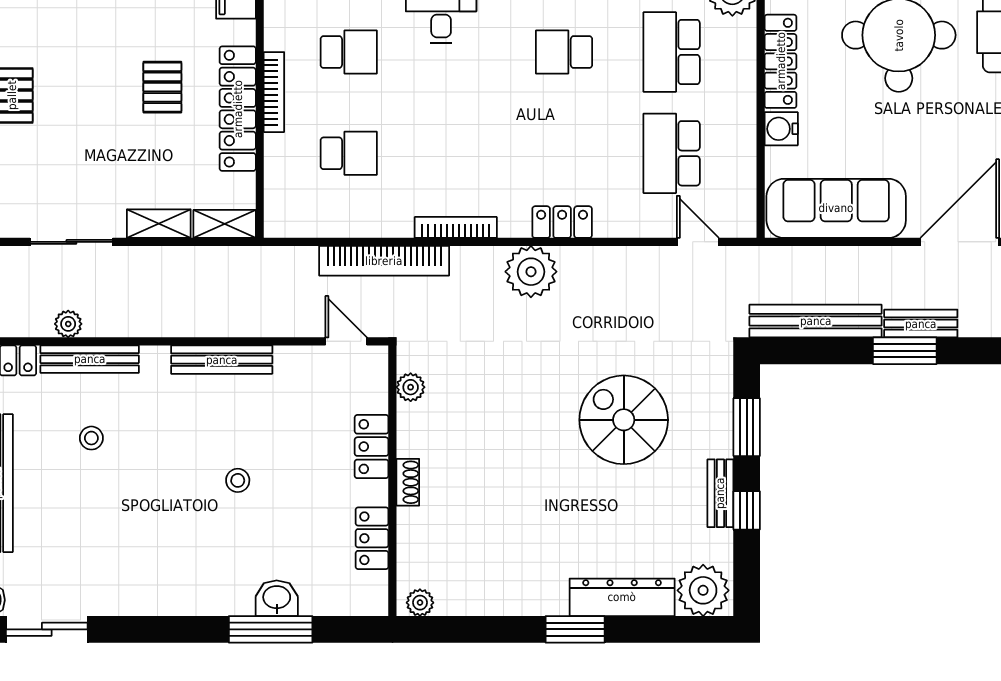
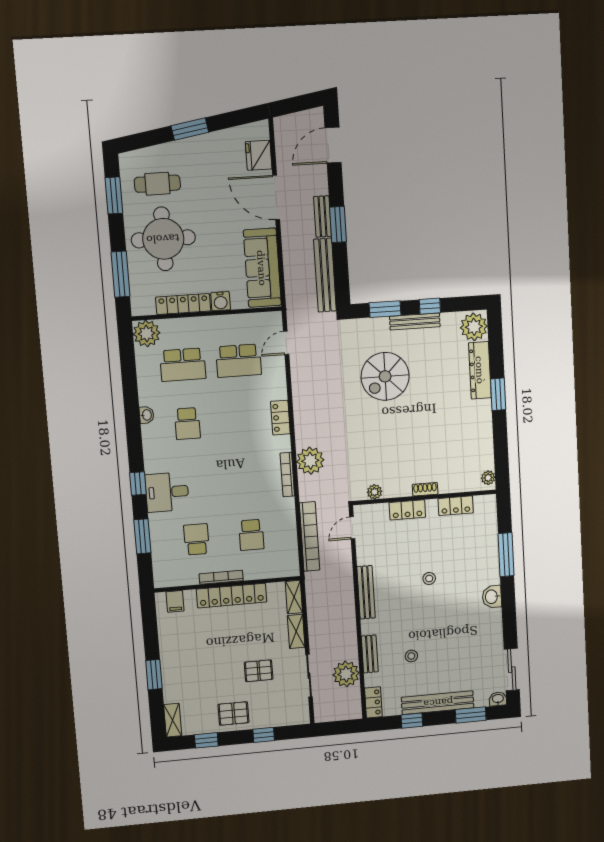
pallet: (162, 87) -> (259, 671), moved
school desk: (349, 153) -> (251, 535), turned 180
bookcase: (384, 261) -> (310, 537), moved
plant: (531, 272) -> (310, 461), moved
plant: (68, 324) -> (346, 674), width x1.88, depth x1.88
bench: (90, 359) -> (370, 654), width x0.73
bench: (720, 493) -> (415, 321), width x1.36
washbasin: (277, 598) -> (492, 597), moved

